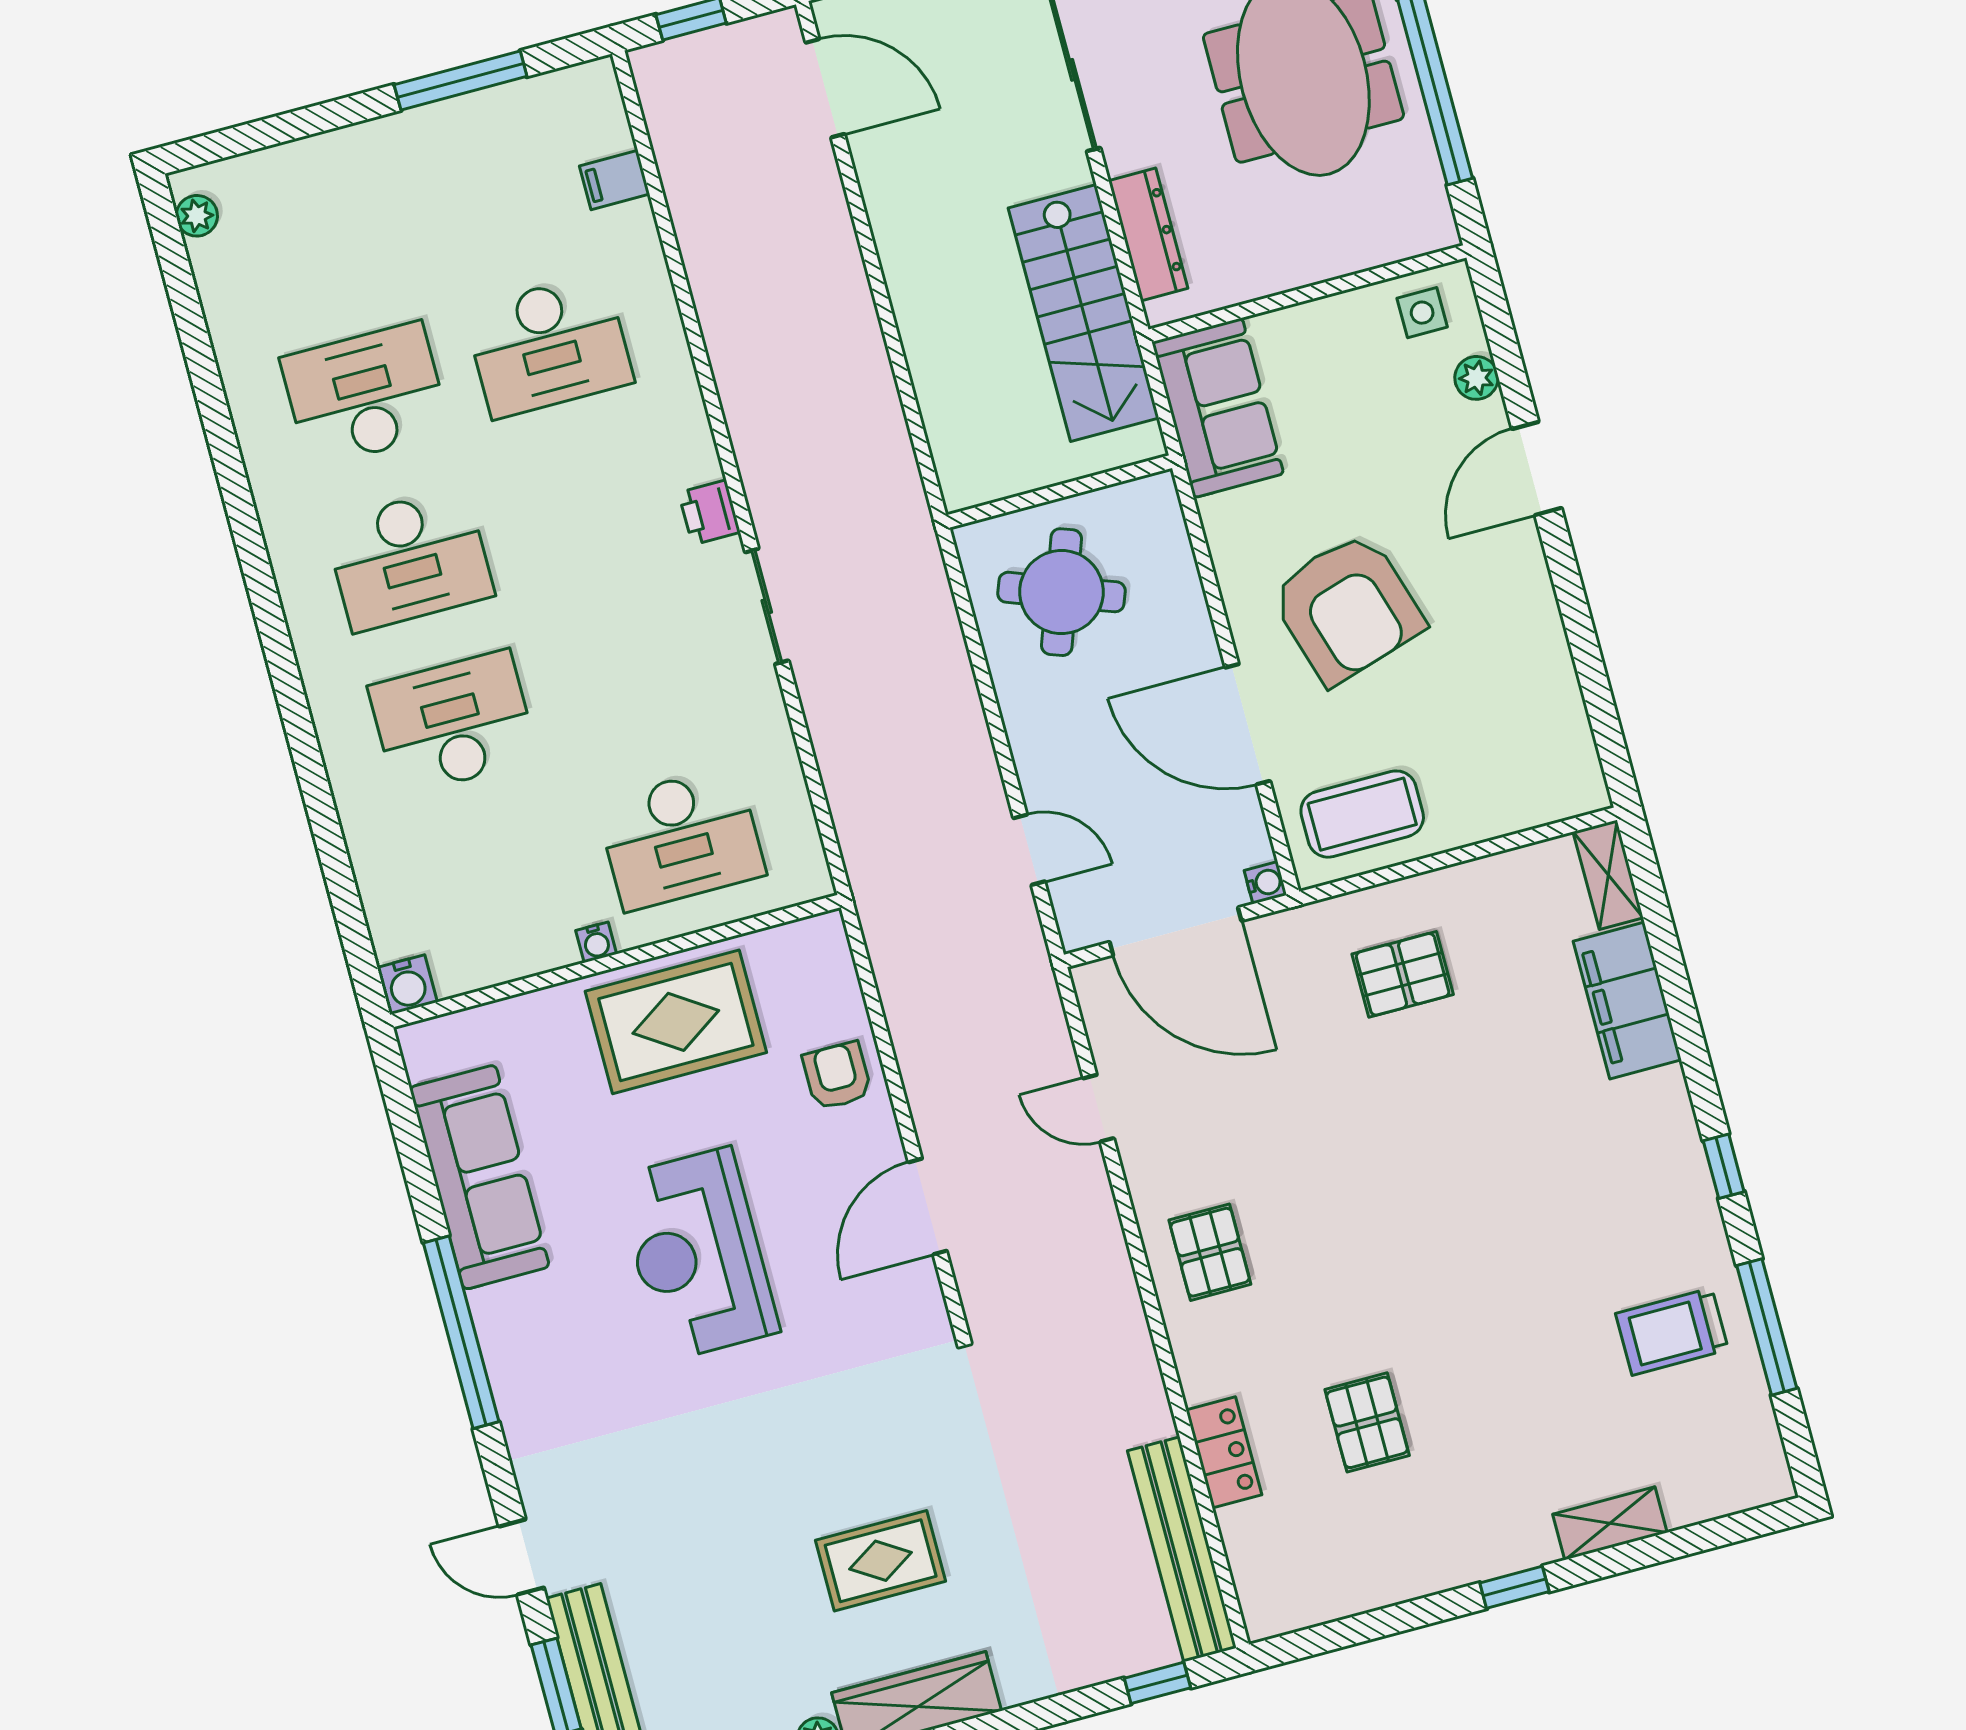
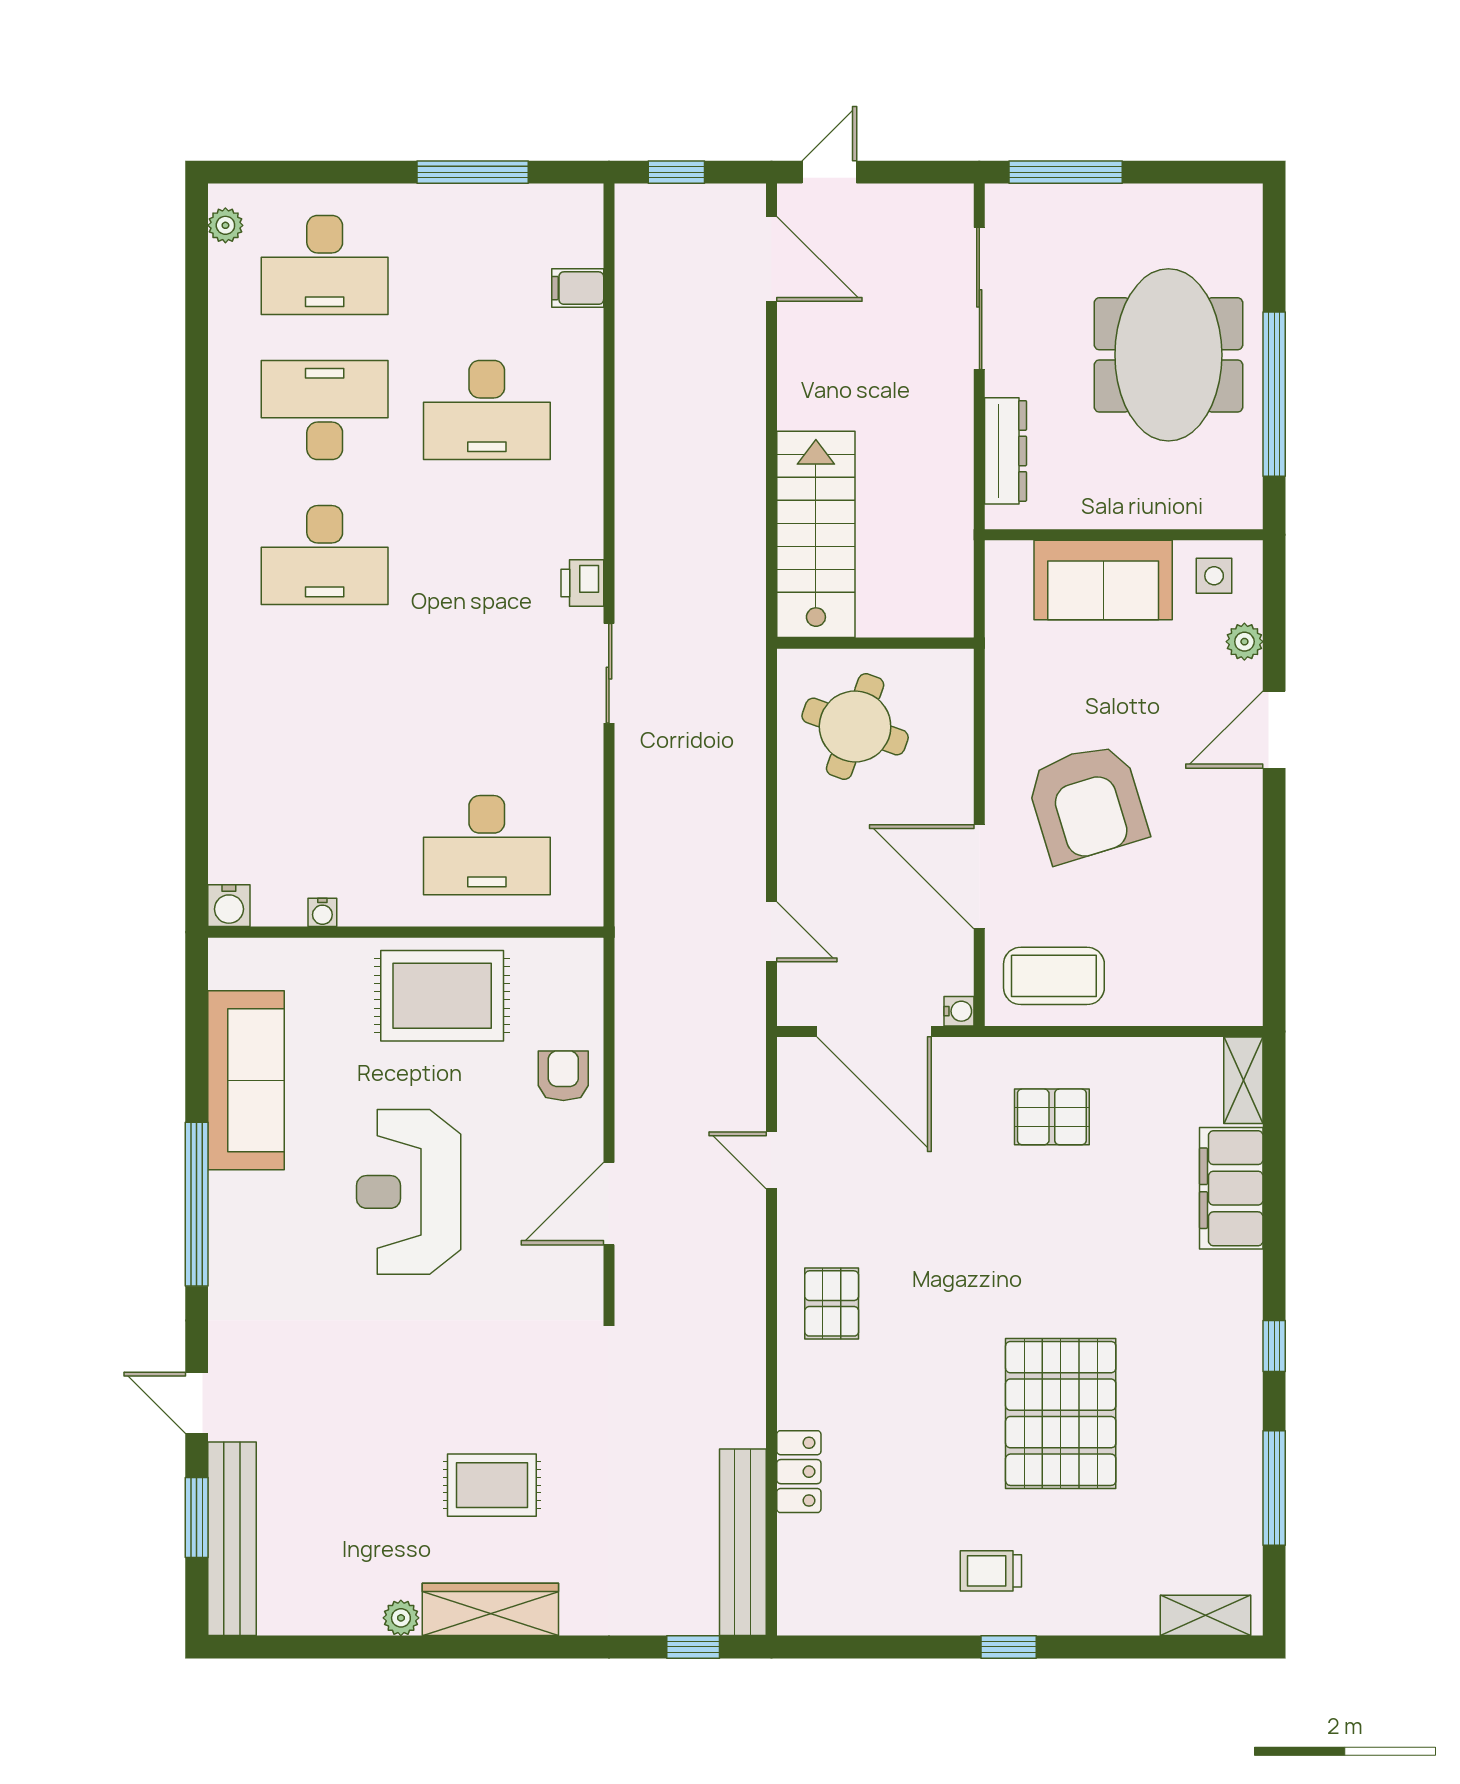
stairs: (1084, 313) -> (816, 534), moved, turned 180
sofa: (1218, 408) -> (1103, 580), moved, turned 90
desk: (453, 723) -> (325, 265), moved, turned 180
water cooler: (596, 942) -> (322, 912), moved
trolley: (1672, 1332) -> (991, 1571), moved, width x0.73, depth x0.72
pallet: (1367, 1422) -> (1061, 1413), moved, width x2.05, depth x2.00
shelving: (1610, 1523) -> (1206, 1615), moved

